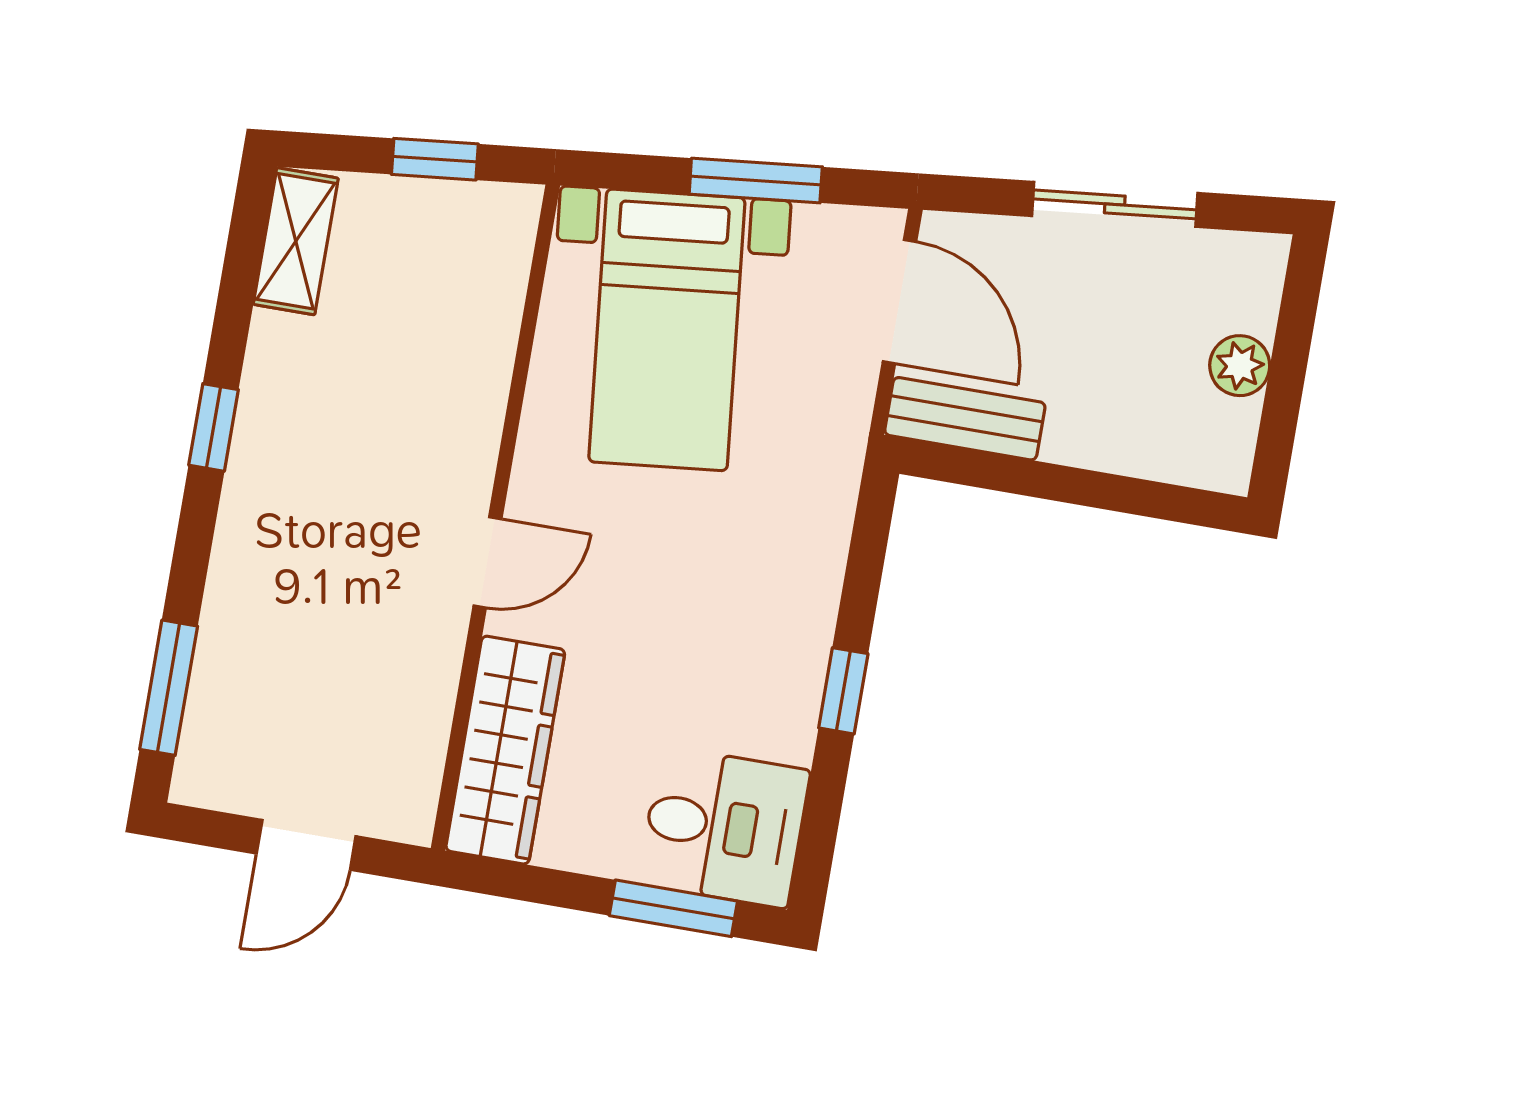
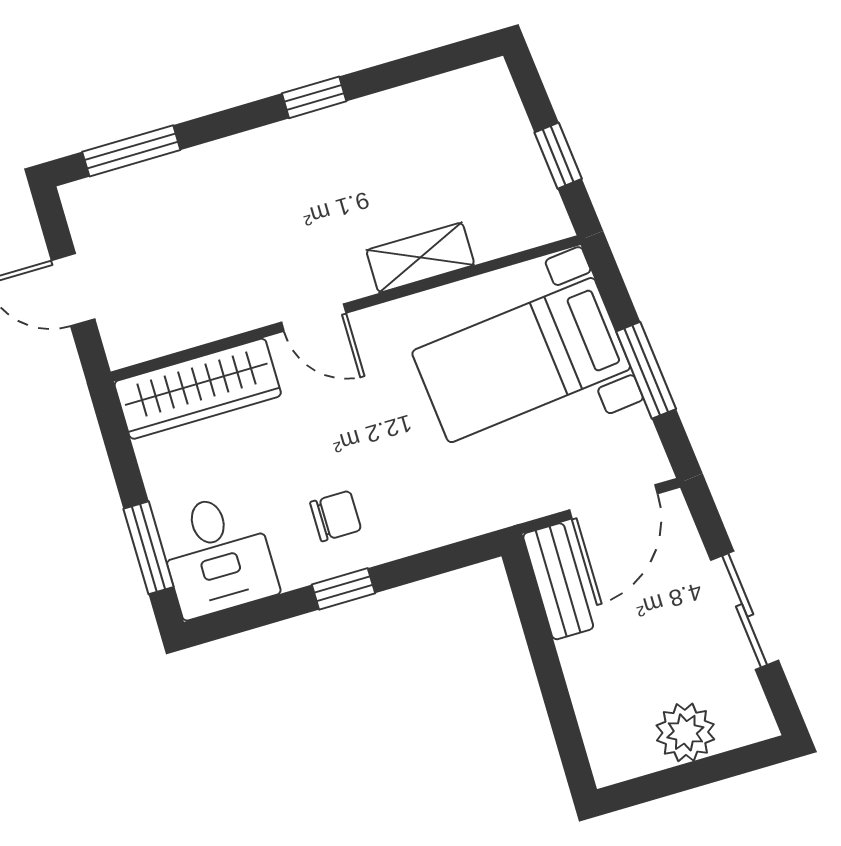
shelving: (296, 241) -> (420, 258), moved
plant: (1240, 366) -> (685, 732), width x1.38, depth x1.38
chair: (748, 656) -> (336, 516), added

